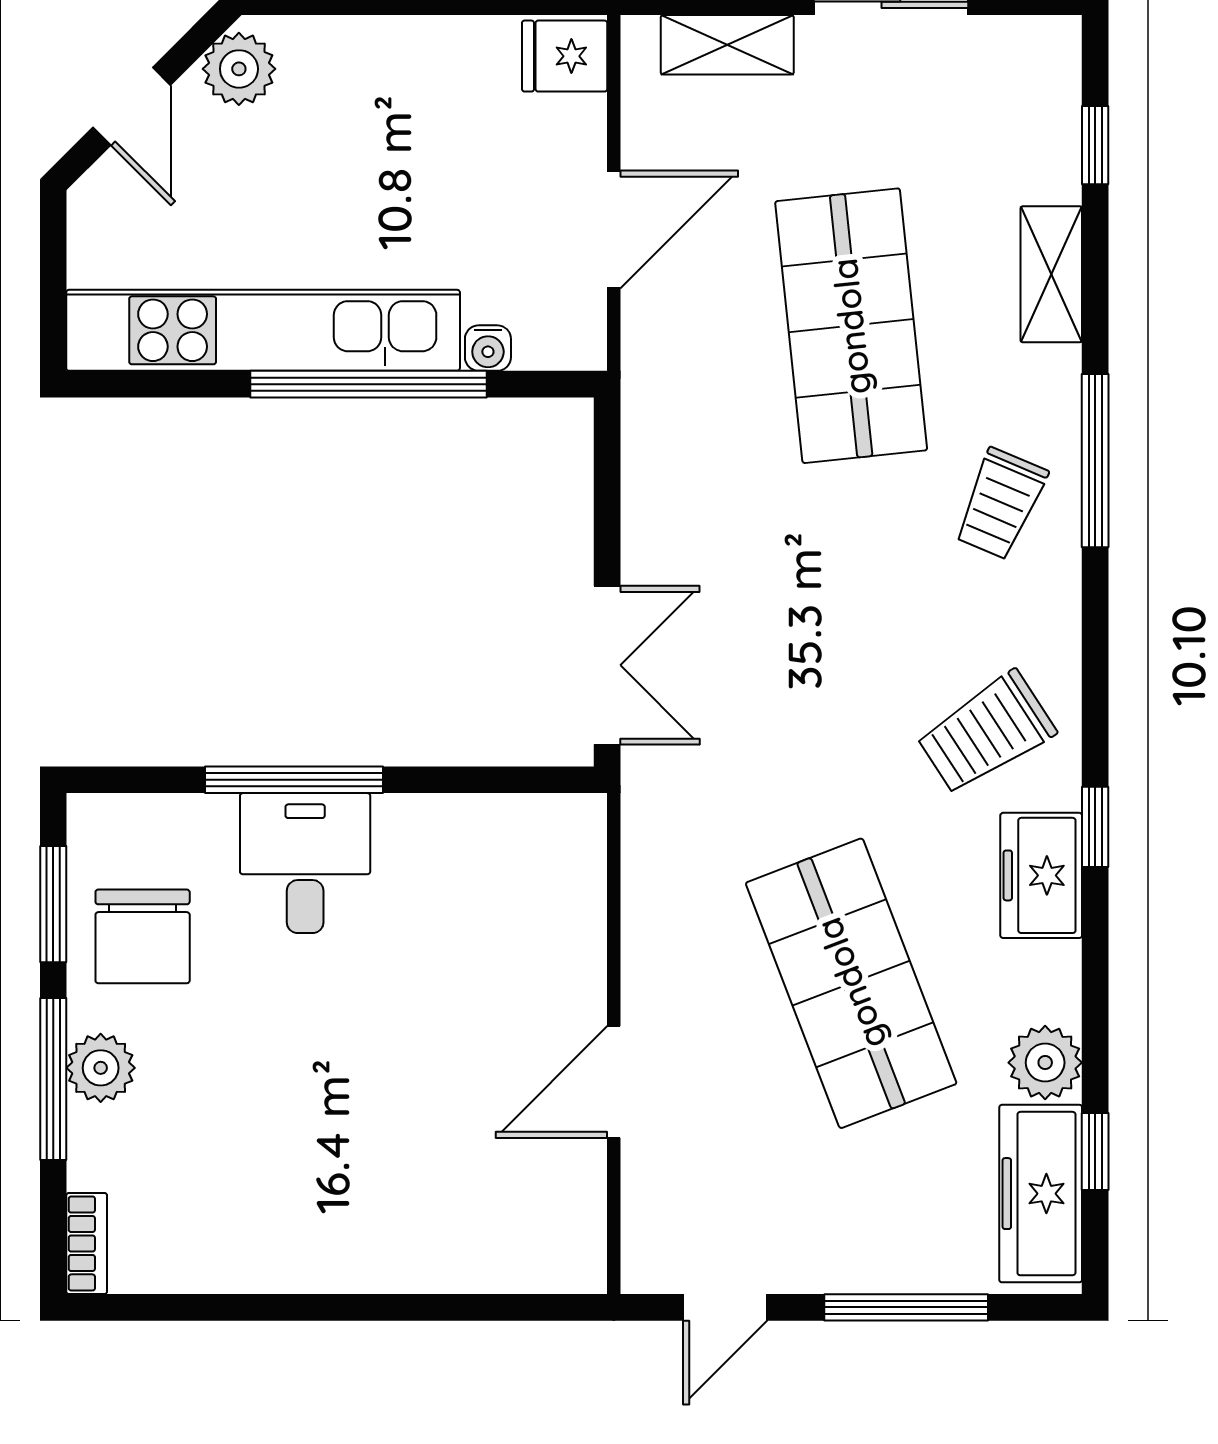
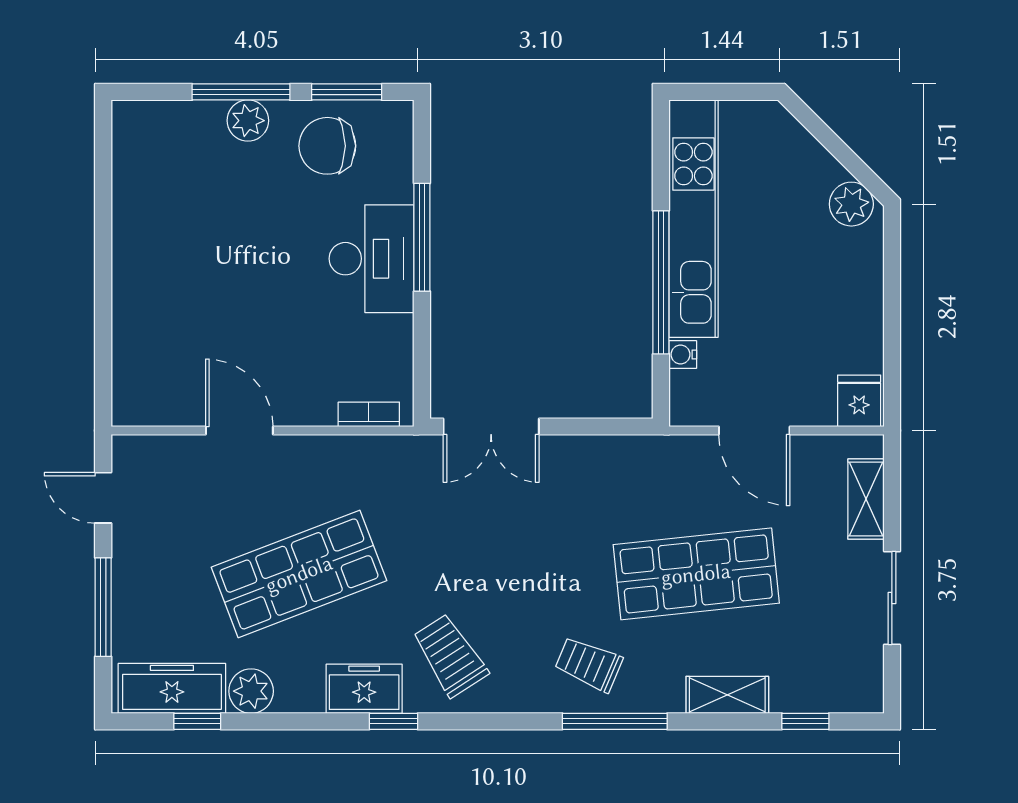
door: (132, 106) -> (829, 139), removed
desk: (305, 863) -> (372, 259), width x1.37
bookcase: (87, 1243) -> (369, 414), moved, turned 180

